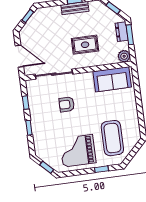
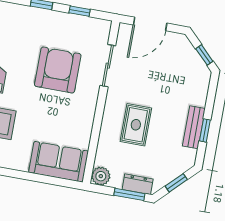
sliding door: (54, 74) -> (108, 66), width x0.73
sofa: (112, 79) -> (59, 162), moved, turned 90
armchair: (67, 104) -> (58, 70), width x1.88, depth x1.88

